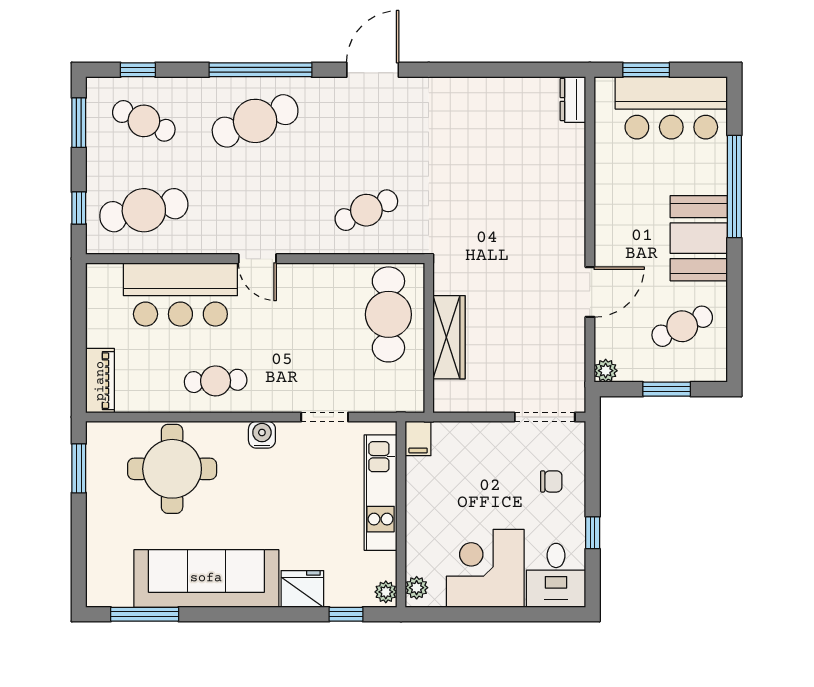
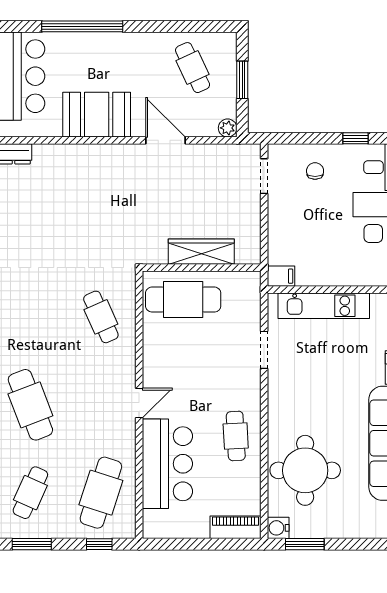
cafe table: (144, 210) -> (101, 493), turned 30
booth: (699, 238) -> (97, 115), moved
doorway: (545, 417) -> (264, 176), width x0.73
water cooler: (262, 435) -> (278, 528), moved

